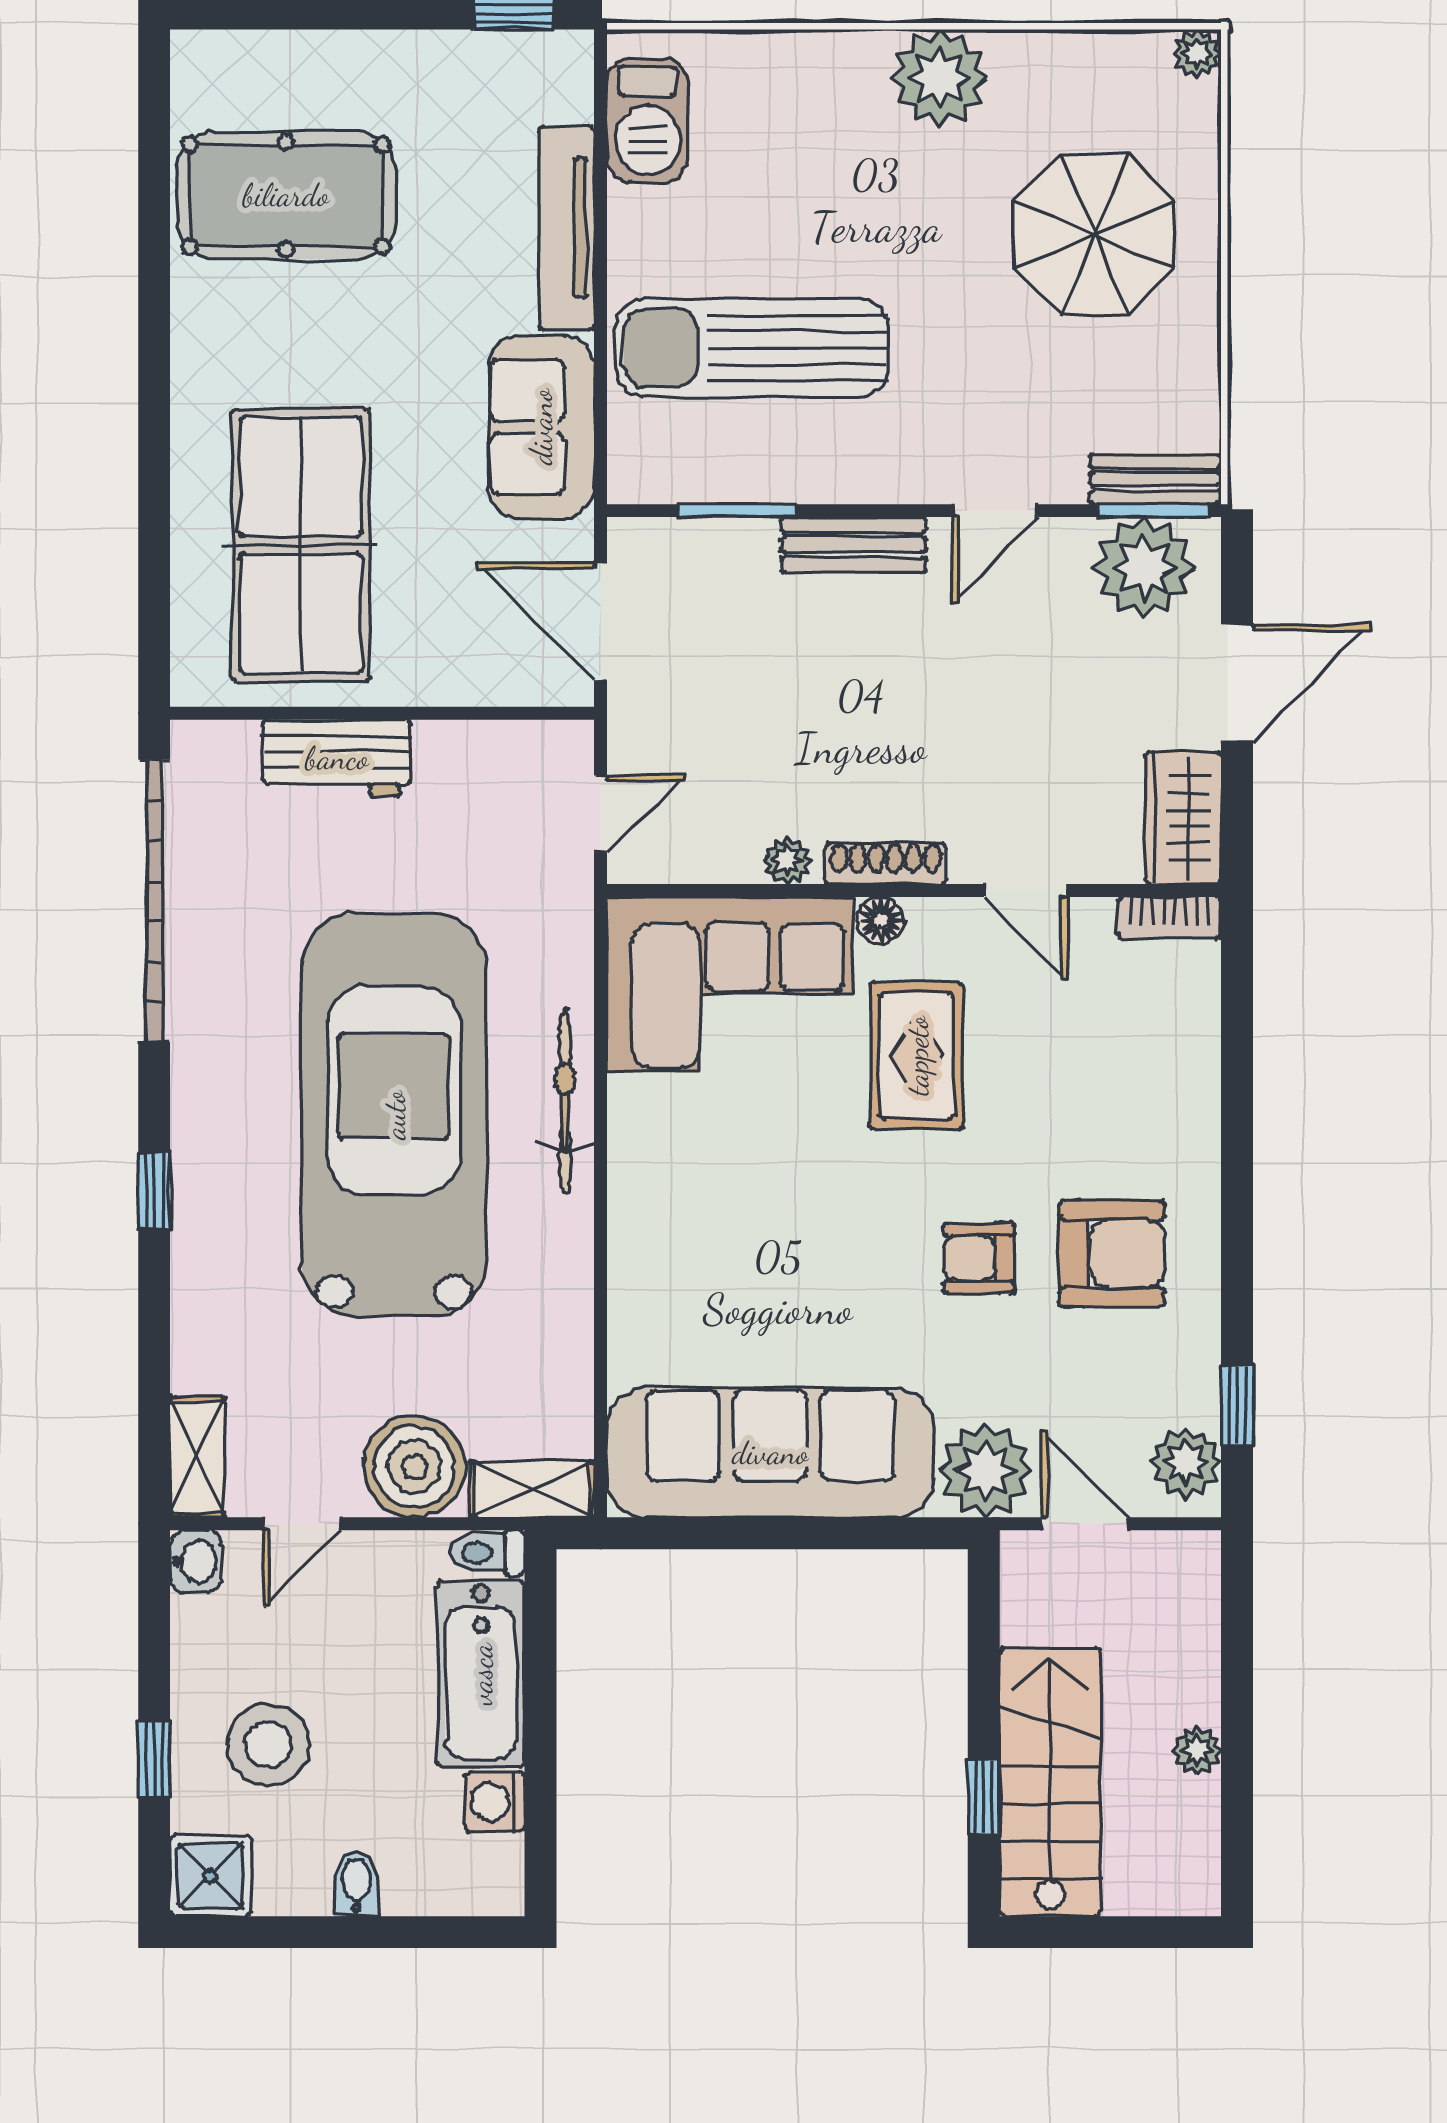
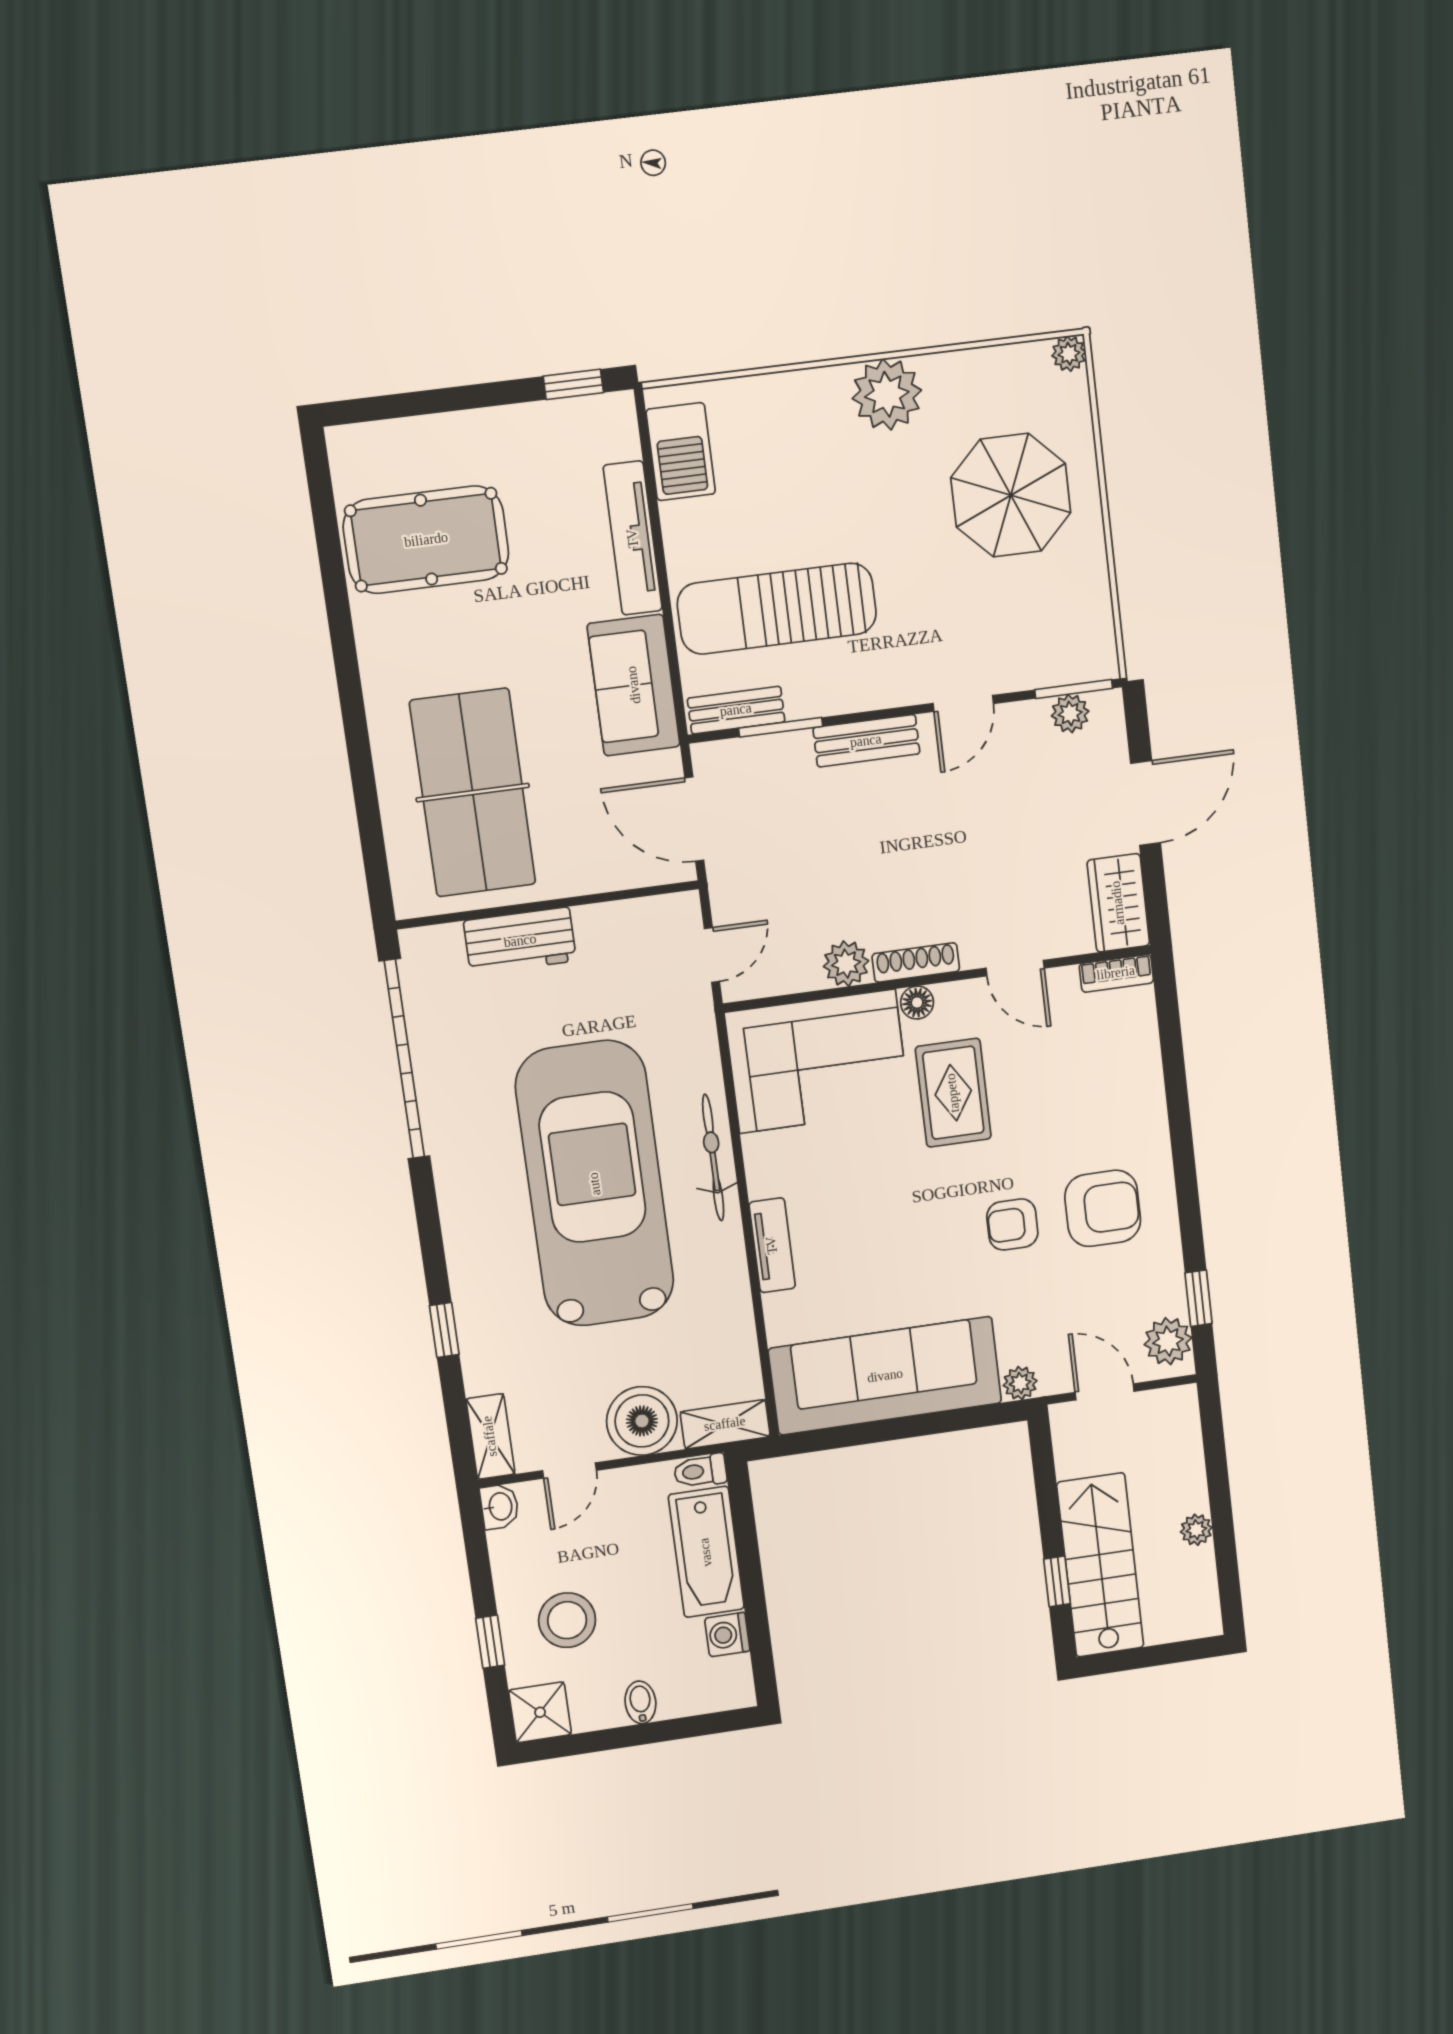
bench: (1155, 479) -> (736, 710), moved
plant: (1144, 567) -> (1070, 713), width x0.53, depth x0.53
plant: (787, 861) -> (846, 964), width x1.38, depth x1.38
window: (154, 1191) -> (444, 1330), moved
tv unit: (632, 1239) -> (772, 1245), added
plant: (986, 1471) -> (1020, 1383), width x0.53, depth x0.53

